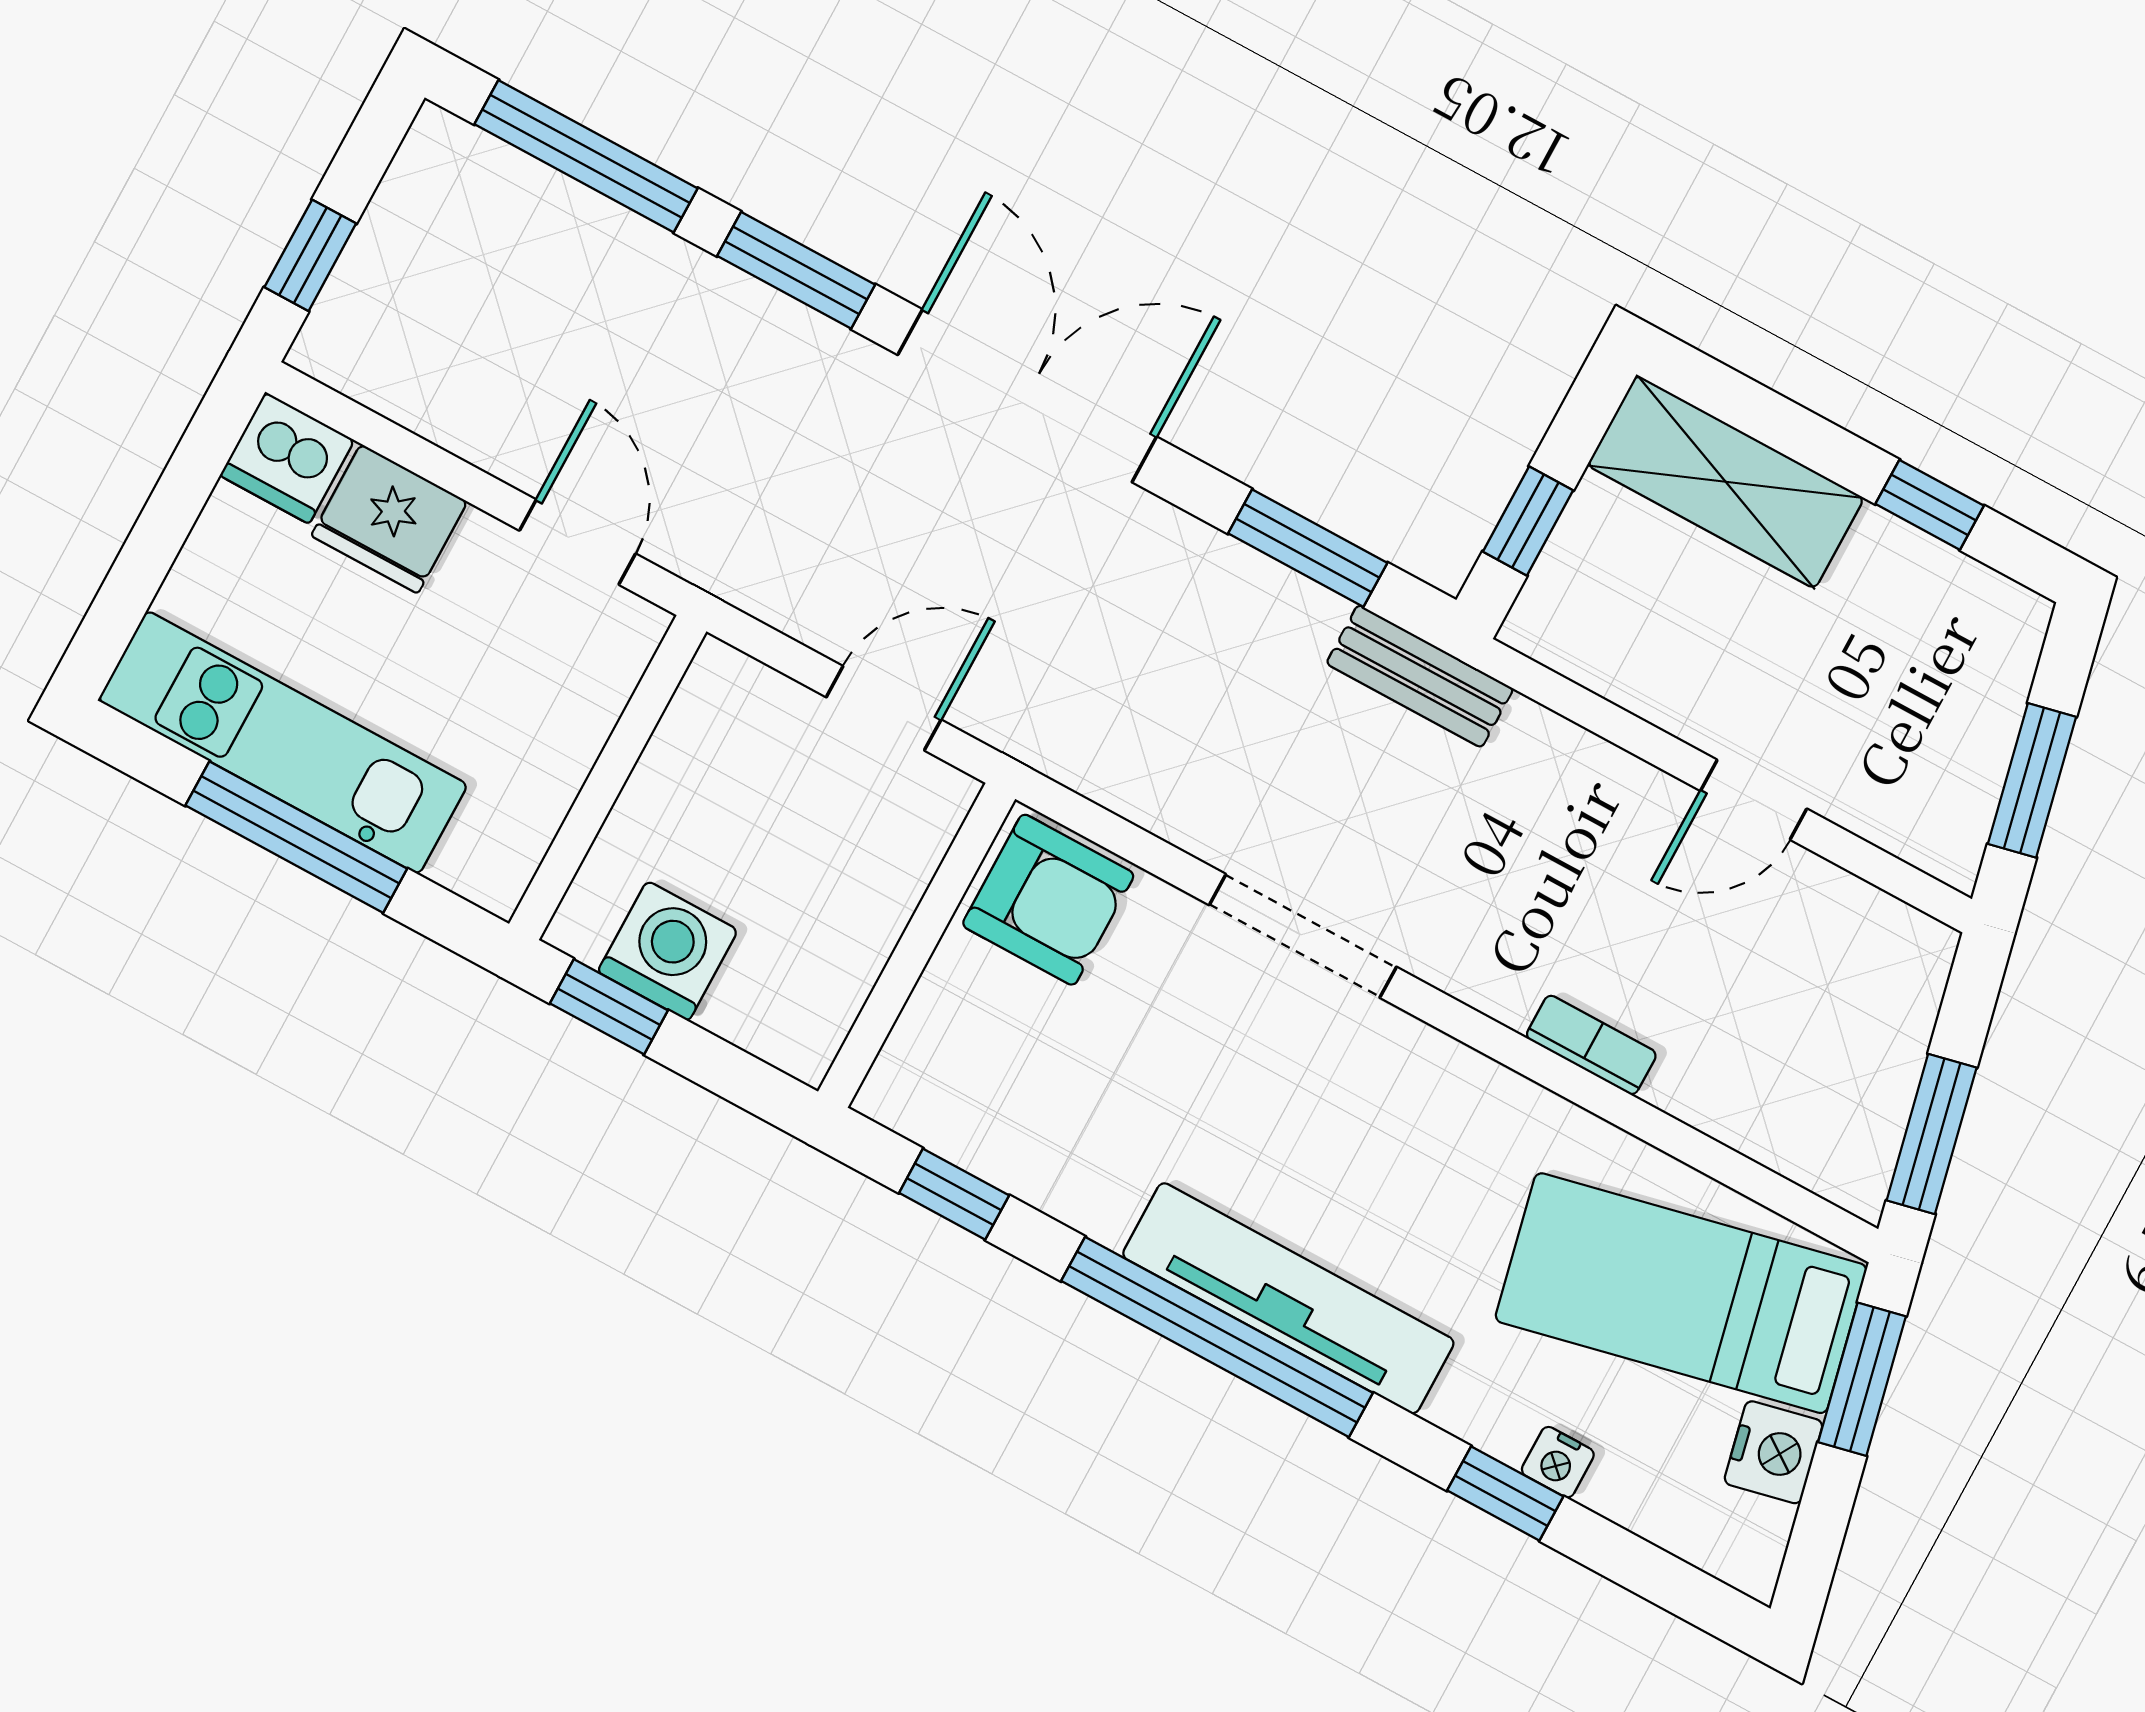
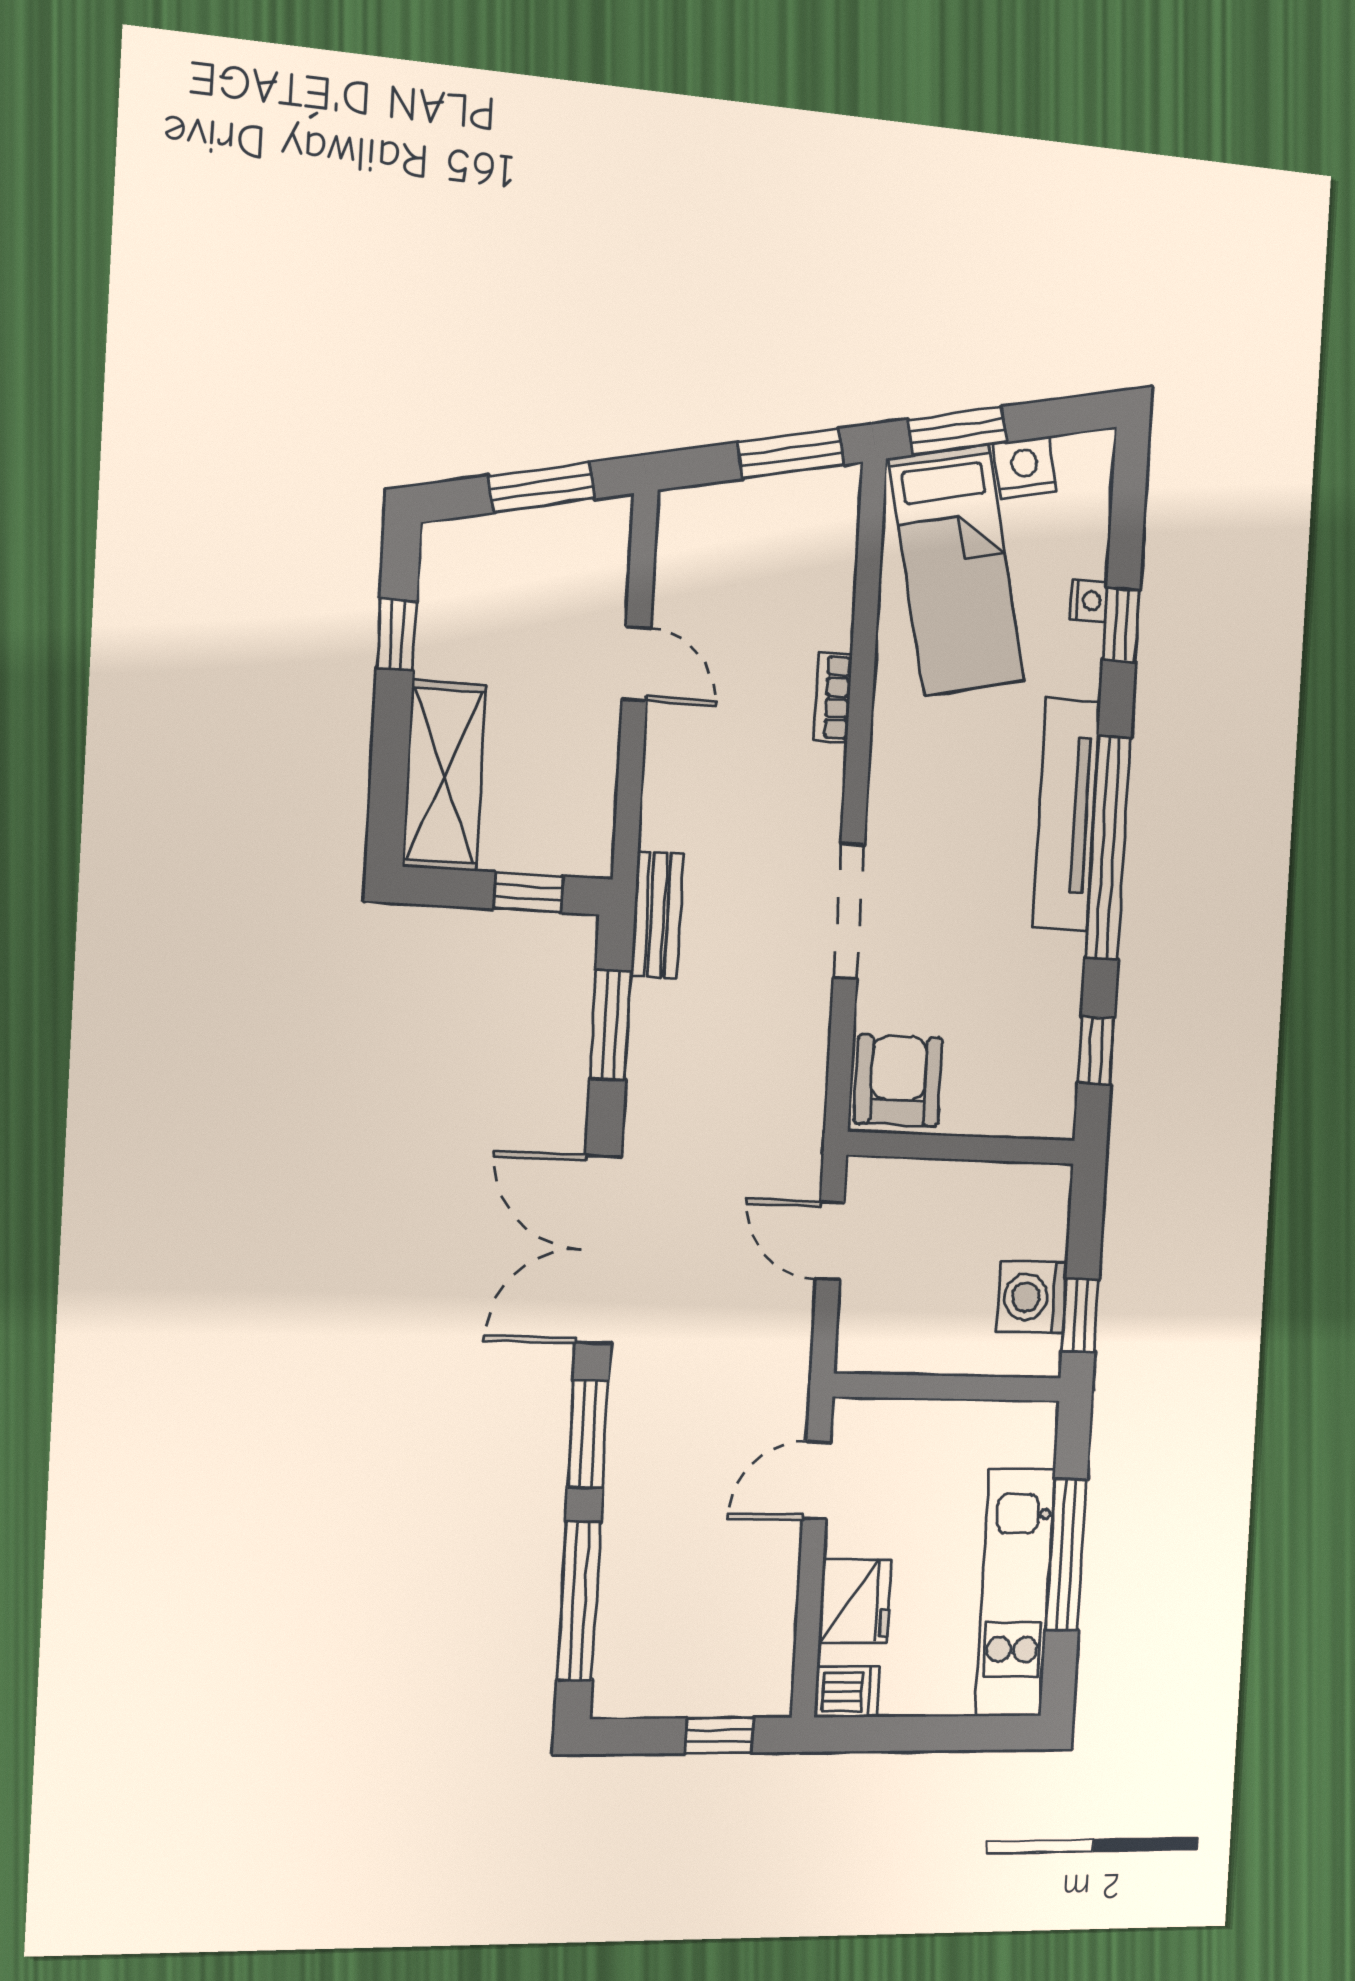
dishwasher: (287, 458) -> (847, 1692), width x0.73

